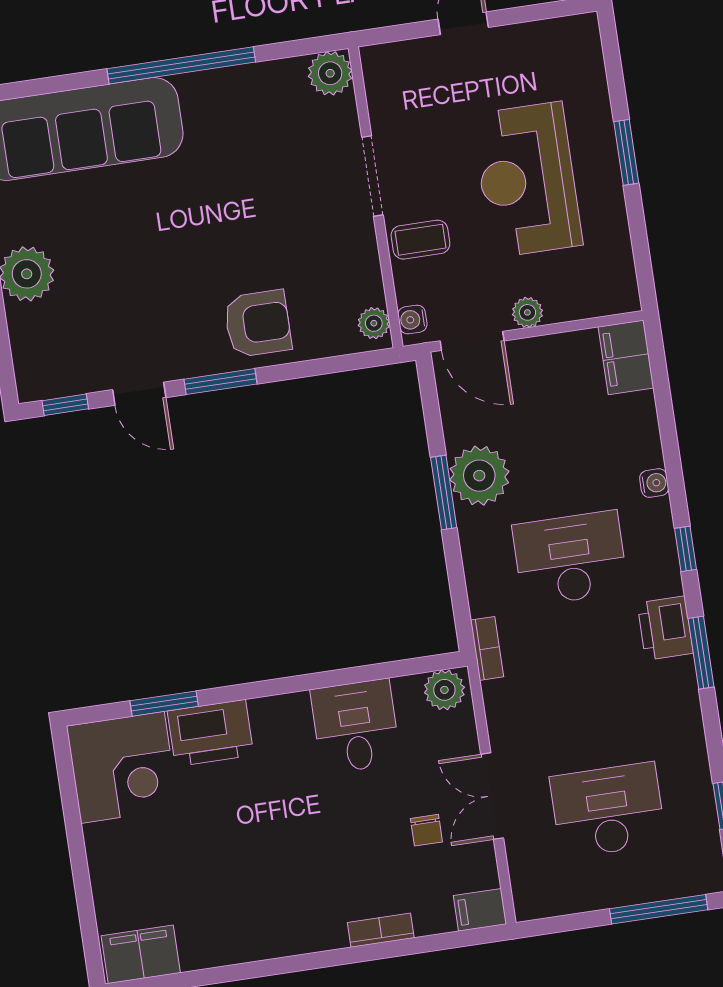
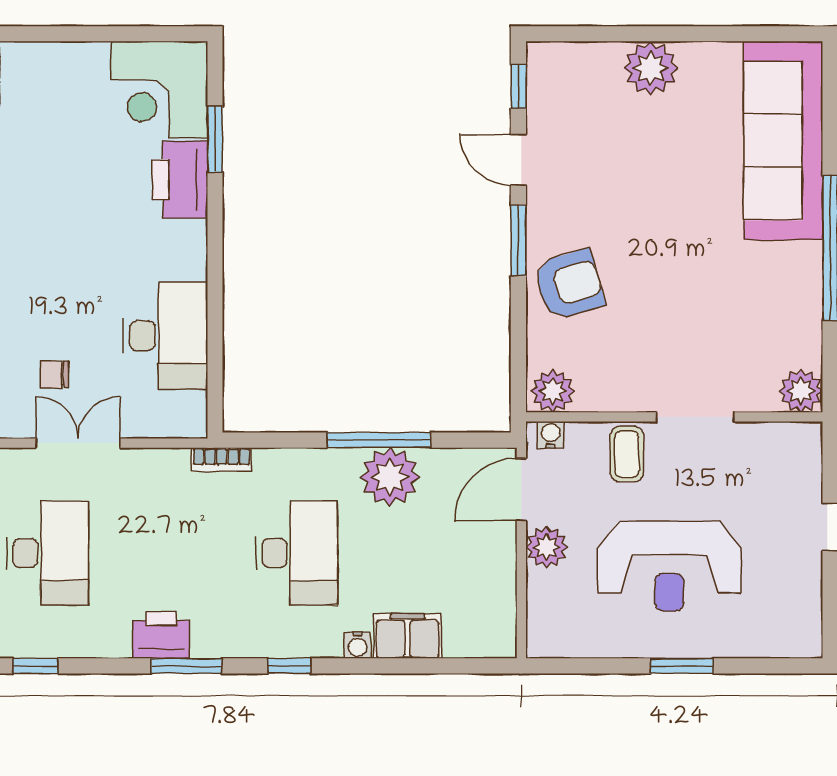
reception desk: (527, 180) -> (669, 566), turned 180
plant: (527, 312) -> (547, 547), width x1.38, depth x1.38
plant: (374, 323) -> (553, 391), width x1.38, depth x1.38
armchair: (258, 324) -> (569, 285), turned -106
filing cabinet: (626, 357) -> (408, 636), moved
door: (139, 394) -> (518, 160), hinge flipped
window: (444, 492) -> (379, 440), width x1.44
printer: (665, 628) -> (161, 635), moved
plant: (444, 690) -> (188, 412), removed
desk: (356, 726) -> (165, 336), width x1.37

